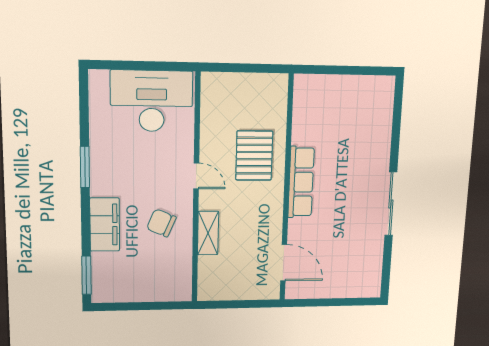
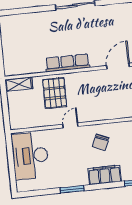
pallet: (254, 156) -> (55, 93), turned 90
shelving: (208, 233) -> (19, 84), moved

